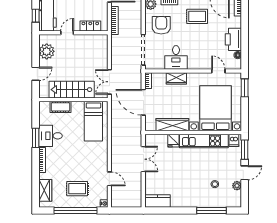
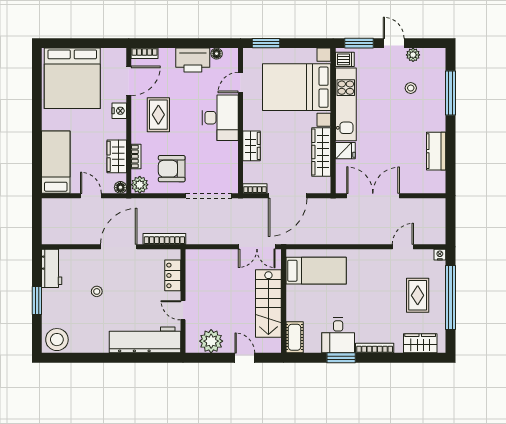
window: (36, 16) -> (157, 358), removed
desk: (176, 57) -> (220, 118), moved, width x1.37
cot: (61, 107) -> (295, 337), moved
double door: (143, 159) -> (373, 196), width x1.37
kitchen counter: (158, 201) -> (436, 151), moved

